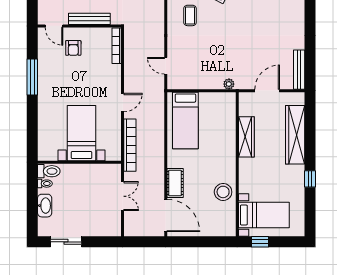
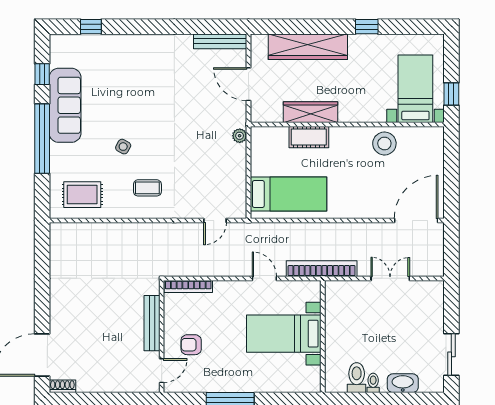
armchair: (73, 48) -> (191, 345), turned 180
bed with nightstands: (82, 133) -> (284, 334), moved
wall: (79, 162) -> (323, 336), moved
cot: (175, 183) -> (309, 137), moved

